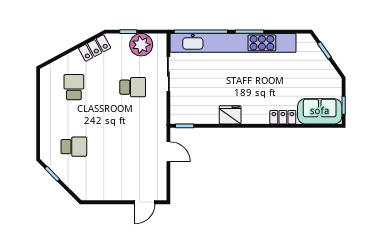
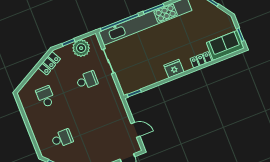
fridge: (230, 115) -> (174, 69), moved
door: (168, 152) -> (135, 130), moved

